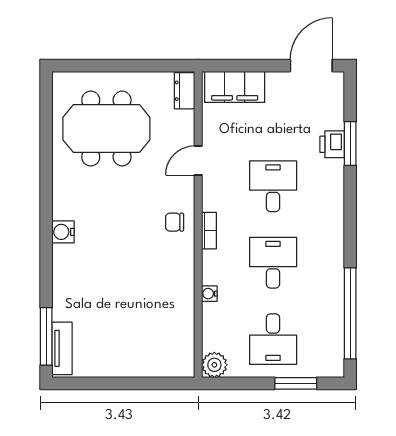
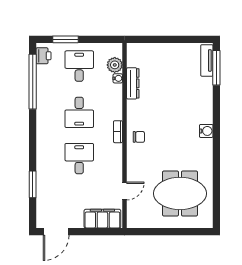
dresser: (185, 91) -> (133, 83), moved, width x1.44
printer: (332, 144) -> (43, 56), moved
door: (198, 160) -> (124, 191), moved
desk: (273, 186) -> (79, 159), turned 180
water cooler: (209, 294) -> (118, 78), moved
plant: (214, 365) -> (115, 65), moved

